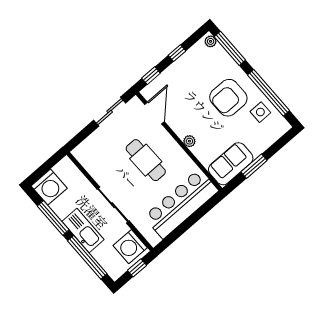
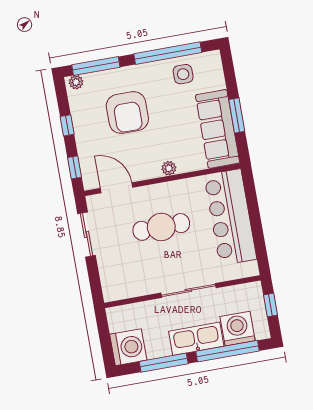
armchair: (228, 98) -> (127, 112), moved
sofa: (231, 164) -> (218, 129), width x1.36
washing machine: (130, 247) -> (238, 329), moved, turned 180

